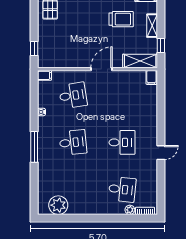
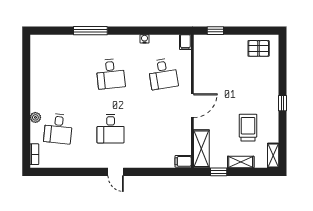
trolley: (121, 19) -> (248, 128), turned 180
door: (101, 69) -> (192, 106), hinge flipped
window: (34, 147) -> (90, 31), moved
door: (161, 153) -> (116, 172), moved
plant: (58, 205) -> (41, 57), removed
plant: (130, 210) -> (35, 117), moved

